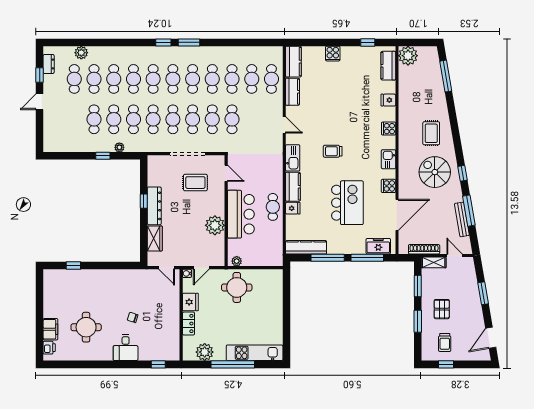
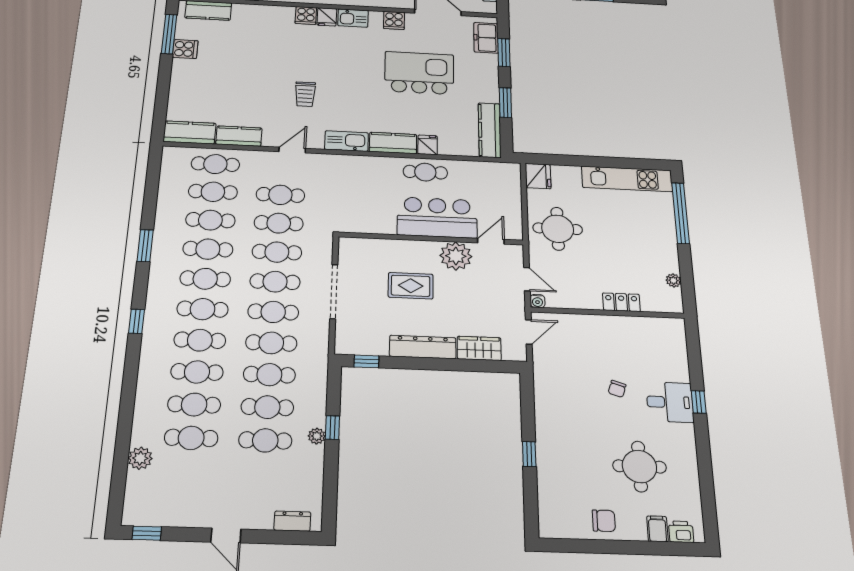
window: (189, 42) -> (145, 246), moved
window: (368, 42) -> (169, 34), width x2.17
cooker: (333, 54) -> (185, 49), moved
dresser: (49, 64) -> (292, 521), moved
window: (40, 75) -> (147, 533), moved
cafe table: (74, 79) -> (280, 195), moved
fridge: (388, 100) -> (327, 17), moved
plant: (119, 147) -> (317, 436), moved
trolley: (333, 151) -> (305, 94), moved
door: (226, 173) -> (491, 241), moved
rug: (195, 183) -> (411, 286), moved, turned 90
window: (144, 201) -> (366, 361), moved
window: (328, 258) -> (505, 103), width x0.69
window: (367, 258) -> (504, 53), width x0.69
plant: (237, 261) -> (515, 227), removed
window: (73, 265) -> (529, 454), moved
fridge: (190, 302) -> (538, 176), moved, turned 90
chair: (54, 305) -> (604, 521), added
filing cabinet: (50, 329) -> (657, 529), width x0.50
plant: (205, 352) -> (673, 280), width x0.53, depth x0.53
kitchen unit: (255, 353) -> (627, 179), moved, turned -90
window: (158, 364) -> (699, 402), moved
window: (233, 364) -> (681, 213), moved

